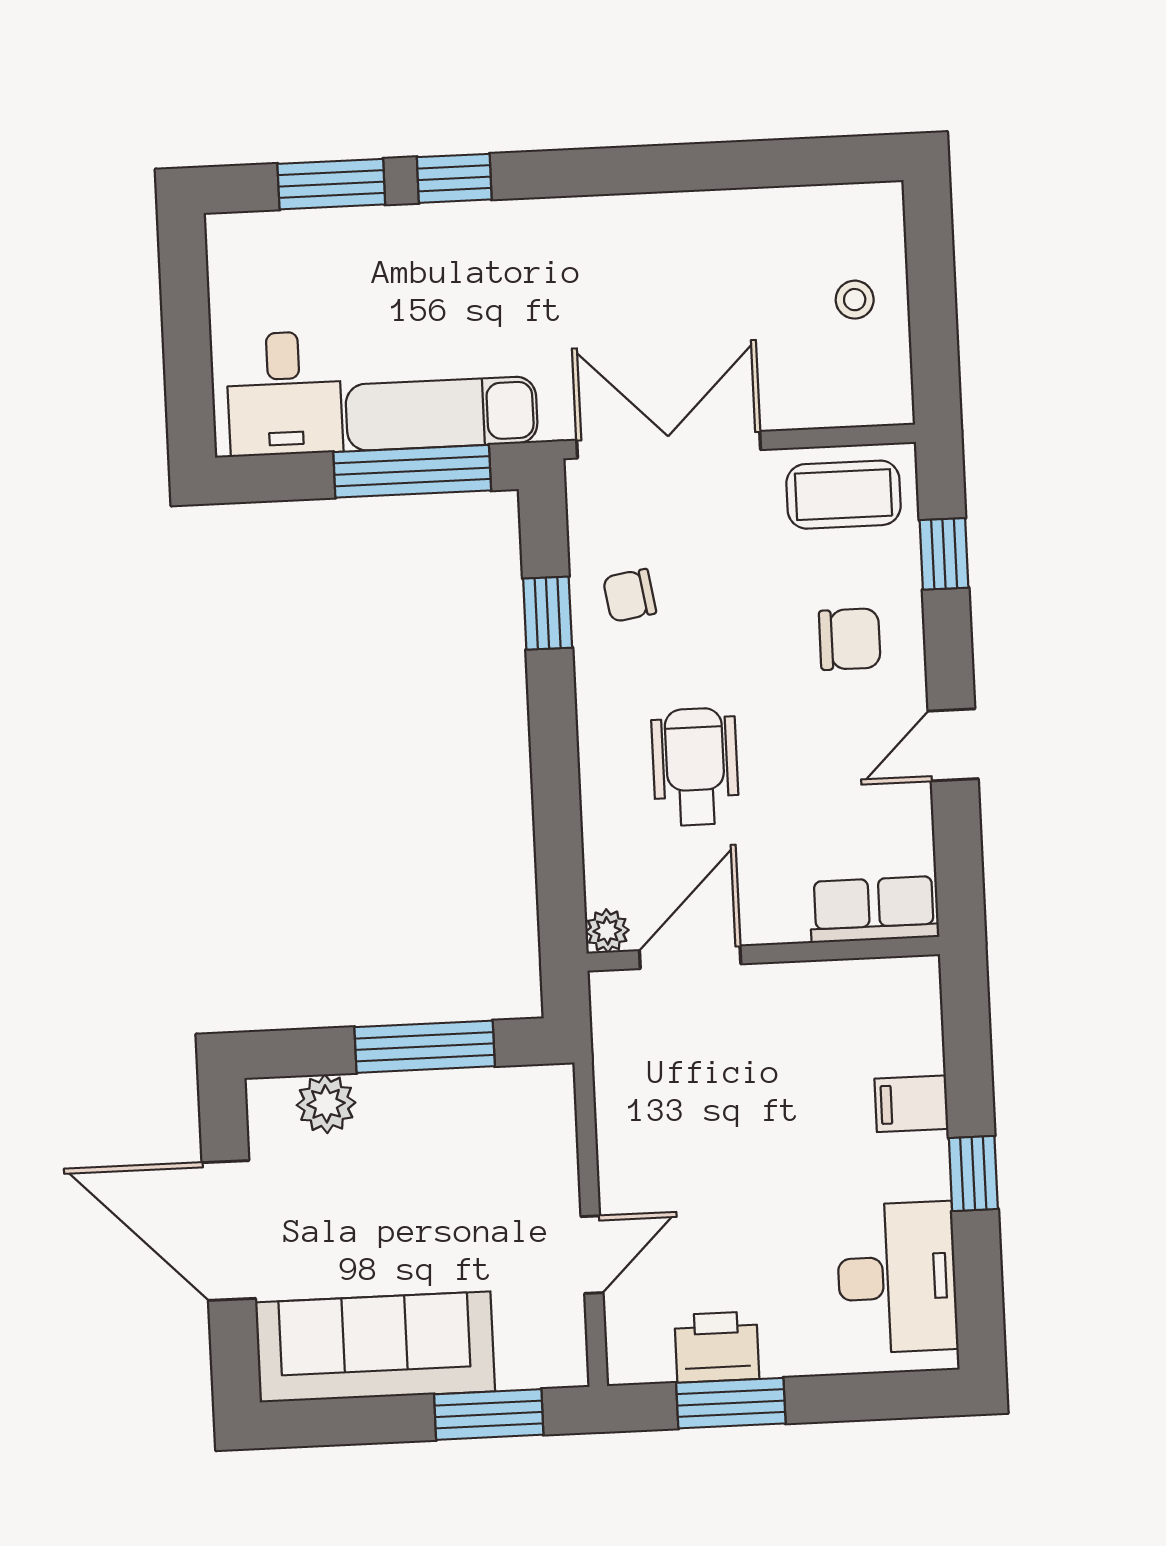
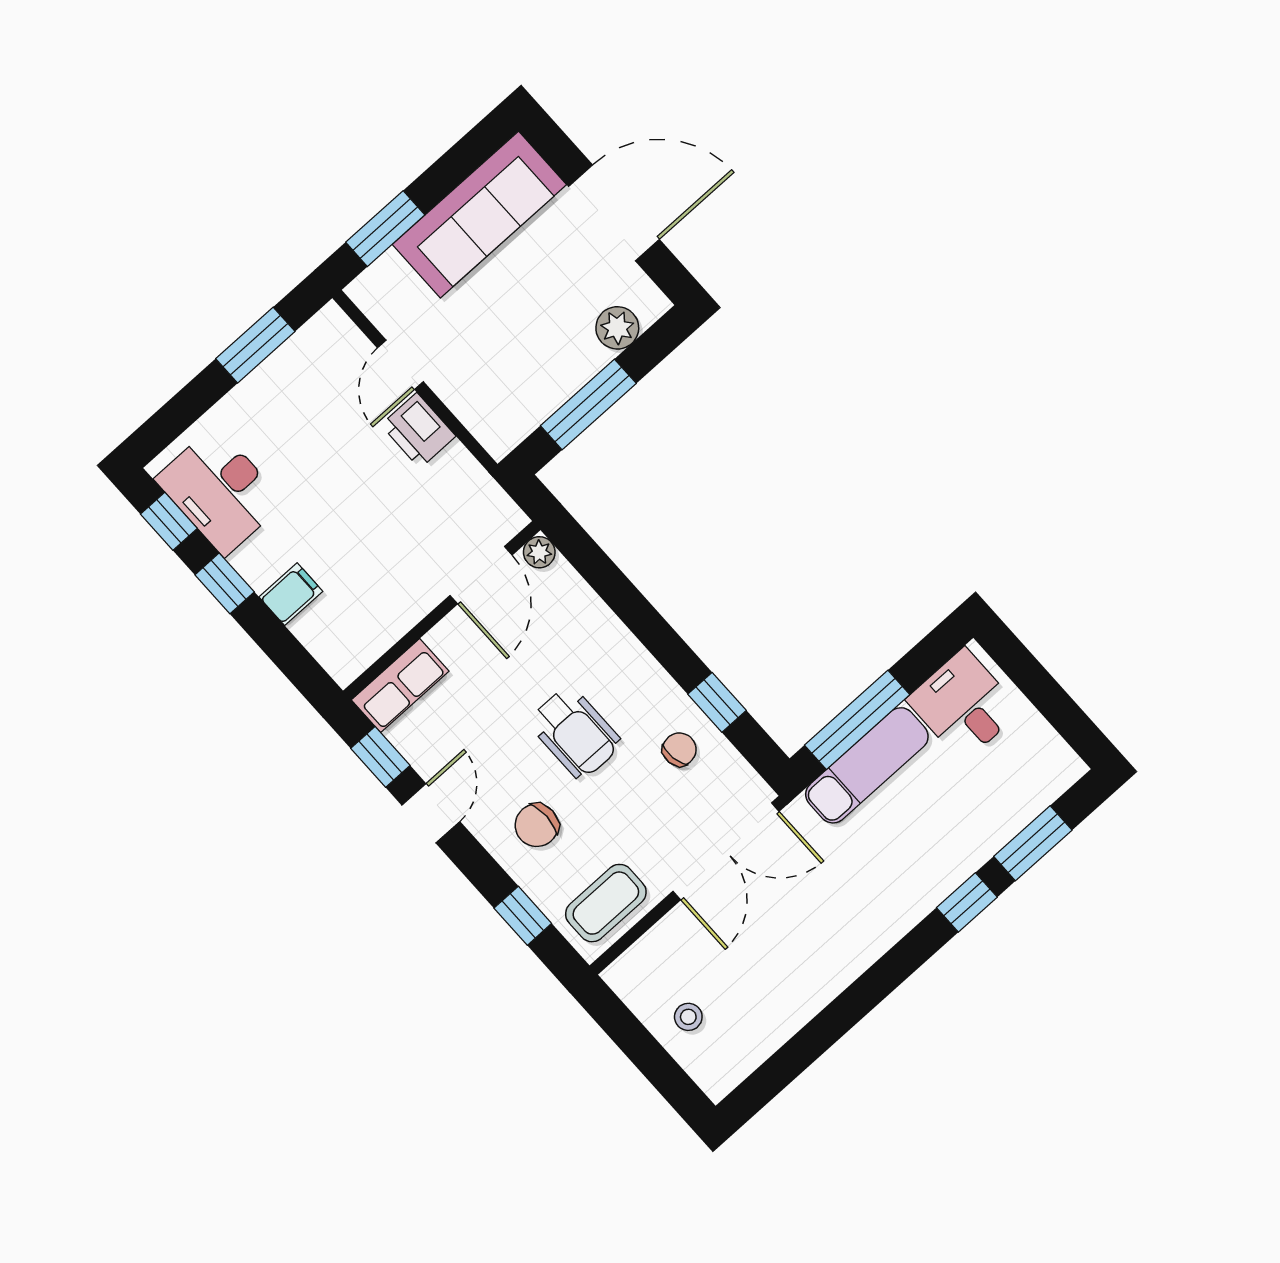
wheelchair: (695, 767) -> (575, 733), moved
window: (958, 850) -> (380, 757), added
window: (979, 1289) -> (169, 521), added
printer: (717, 1347) -> (418, 431), moved, turned 90

